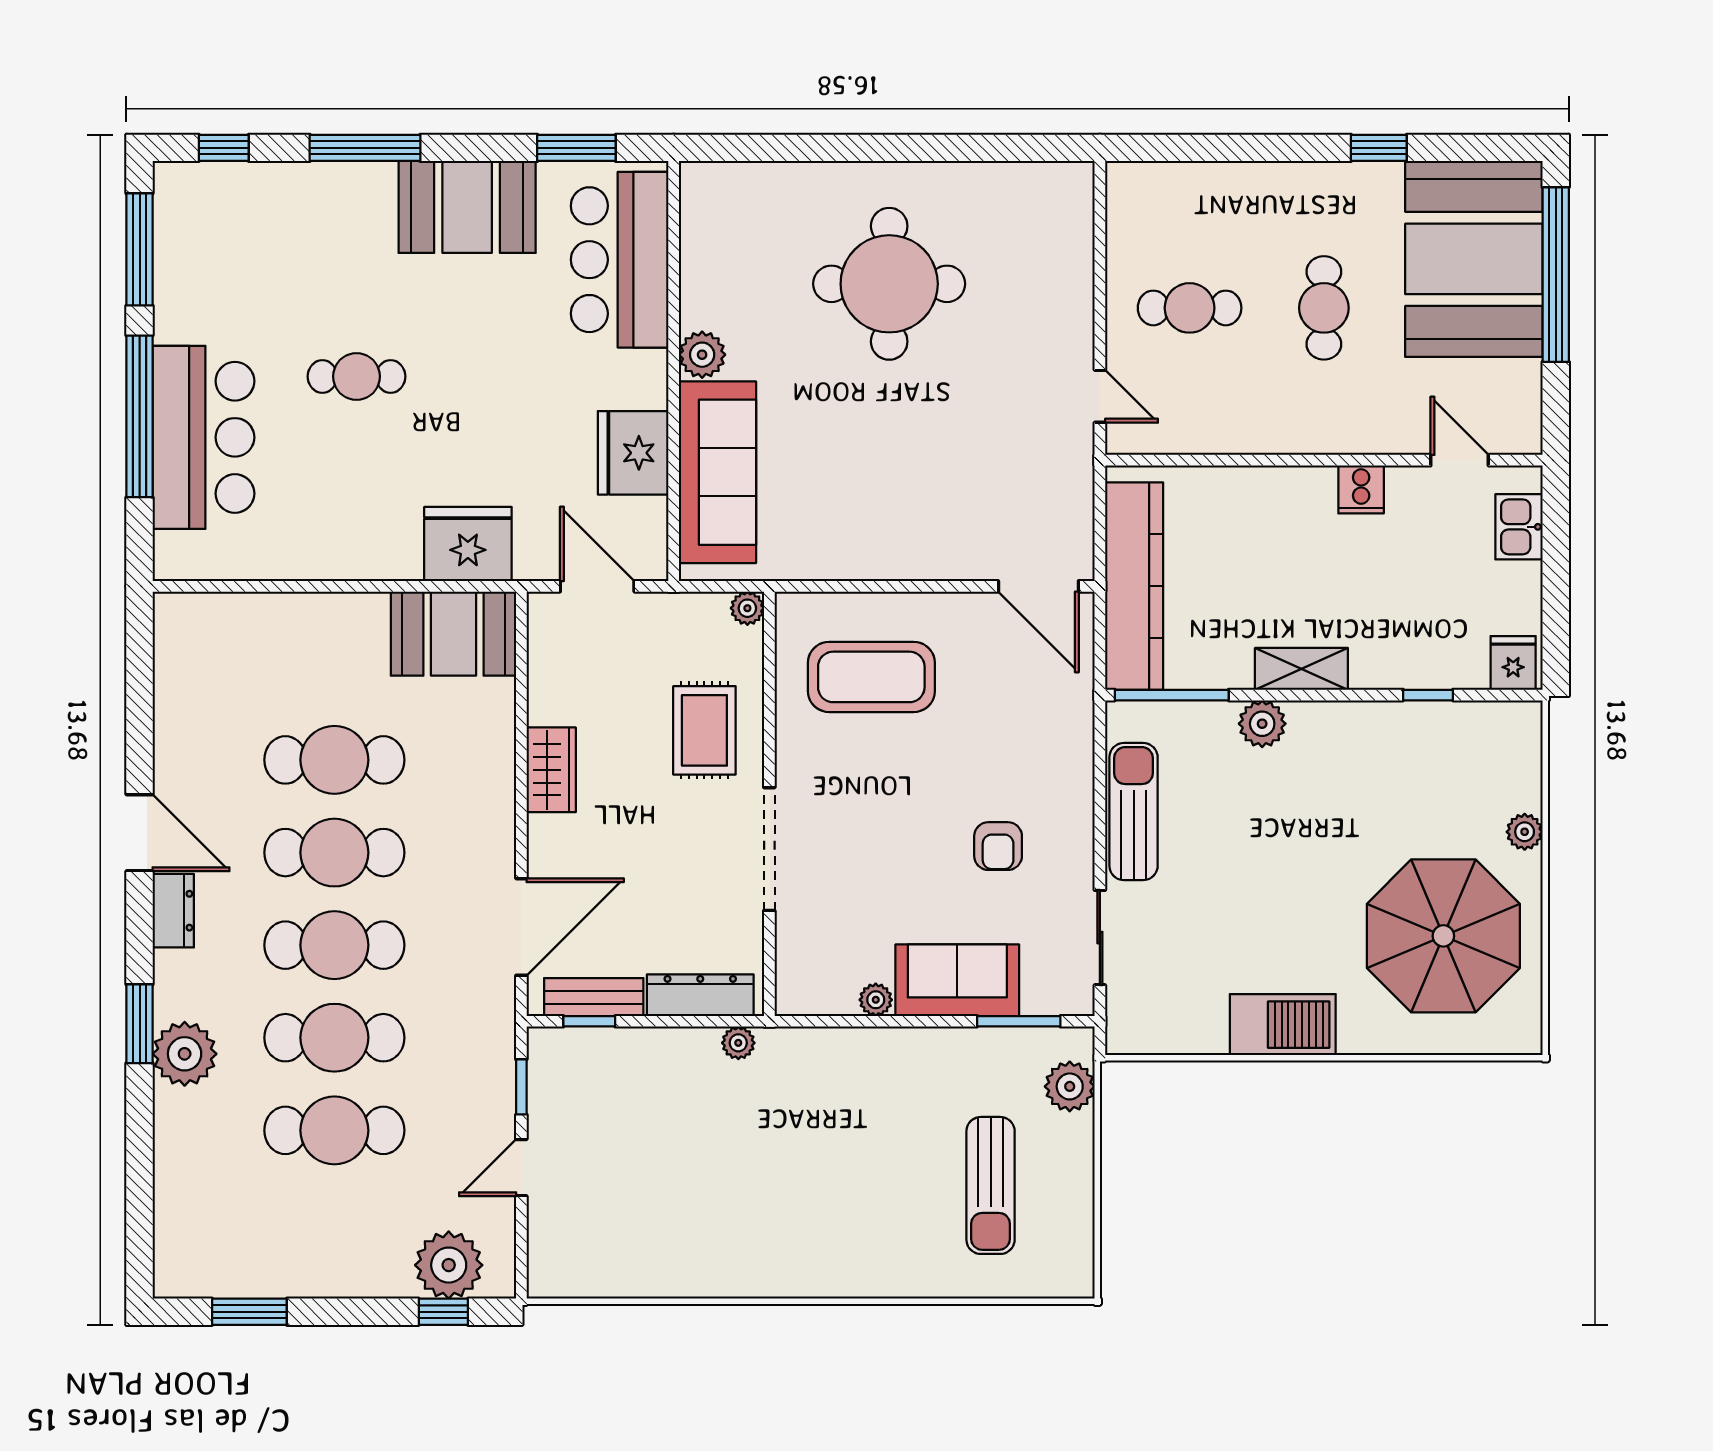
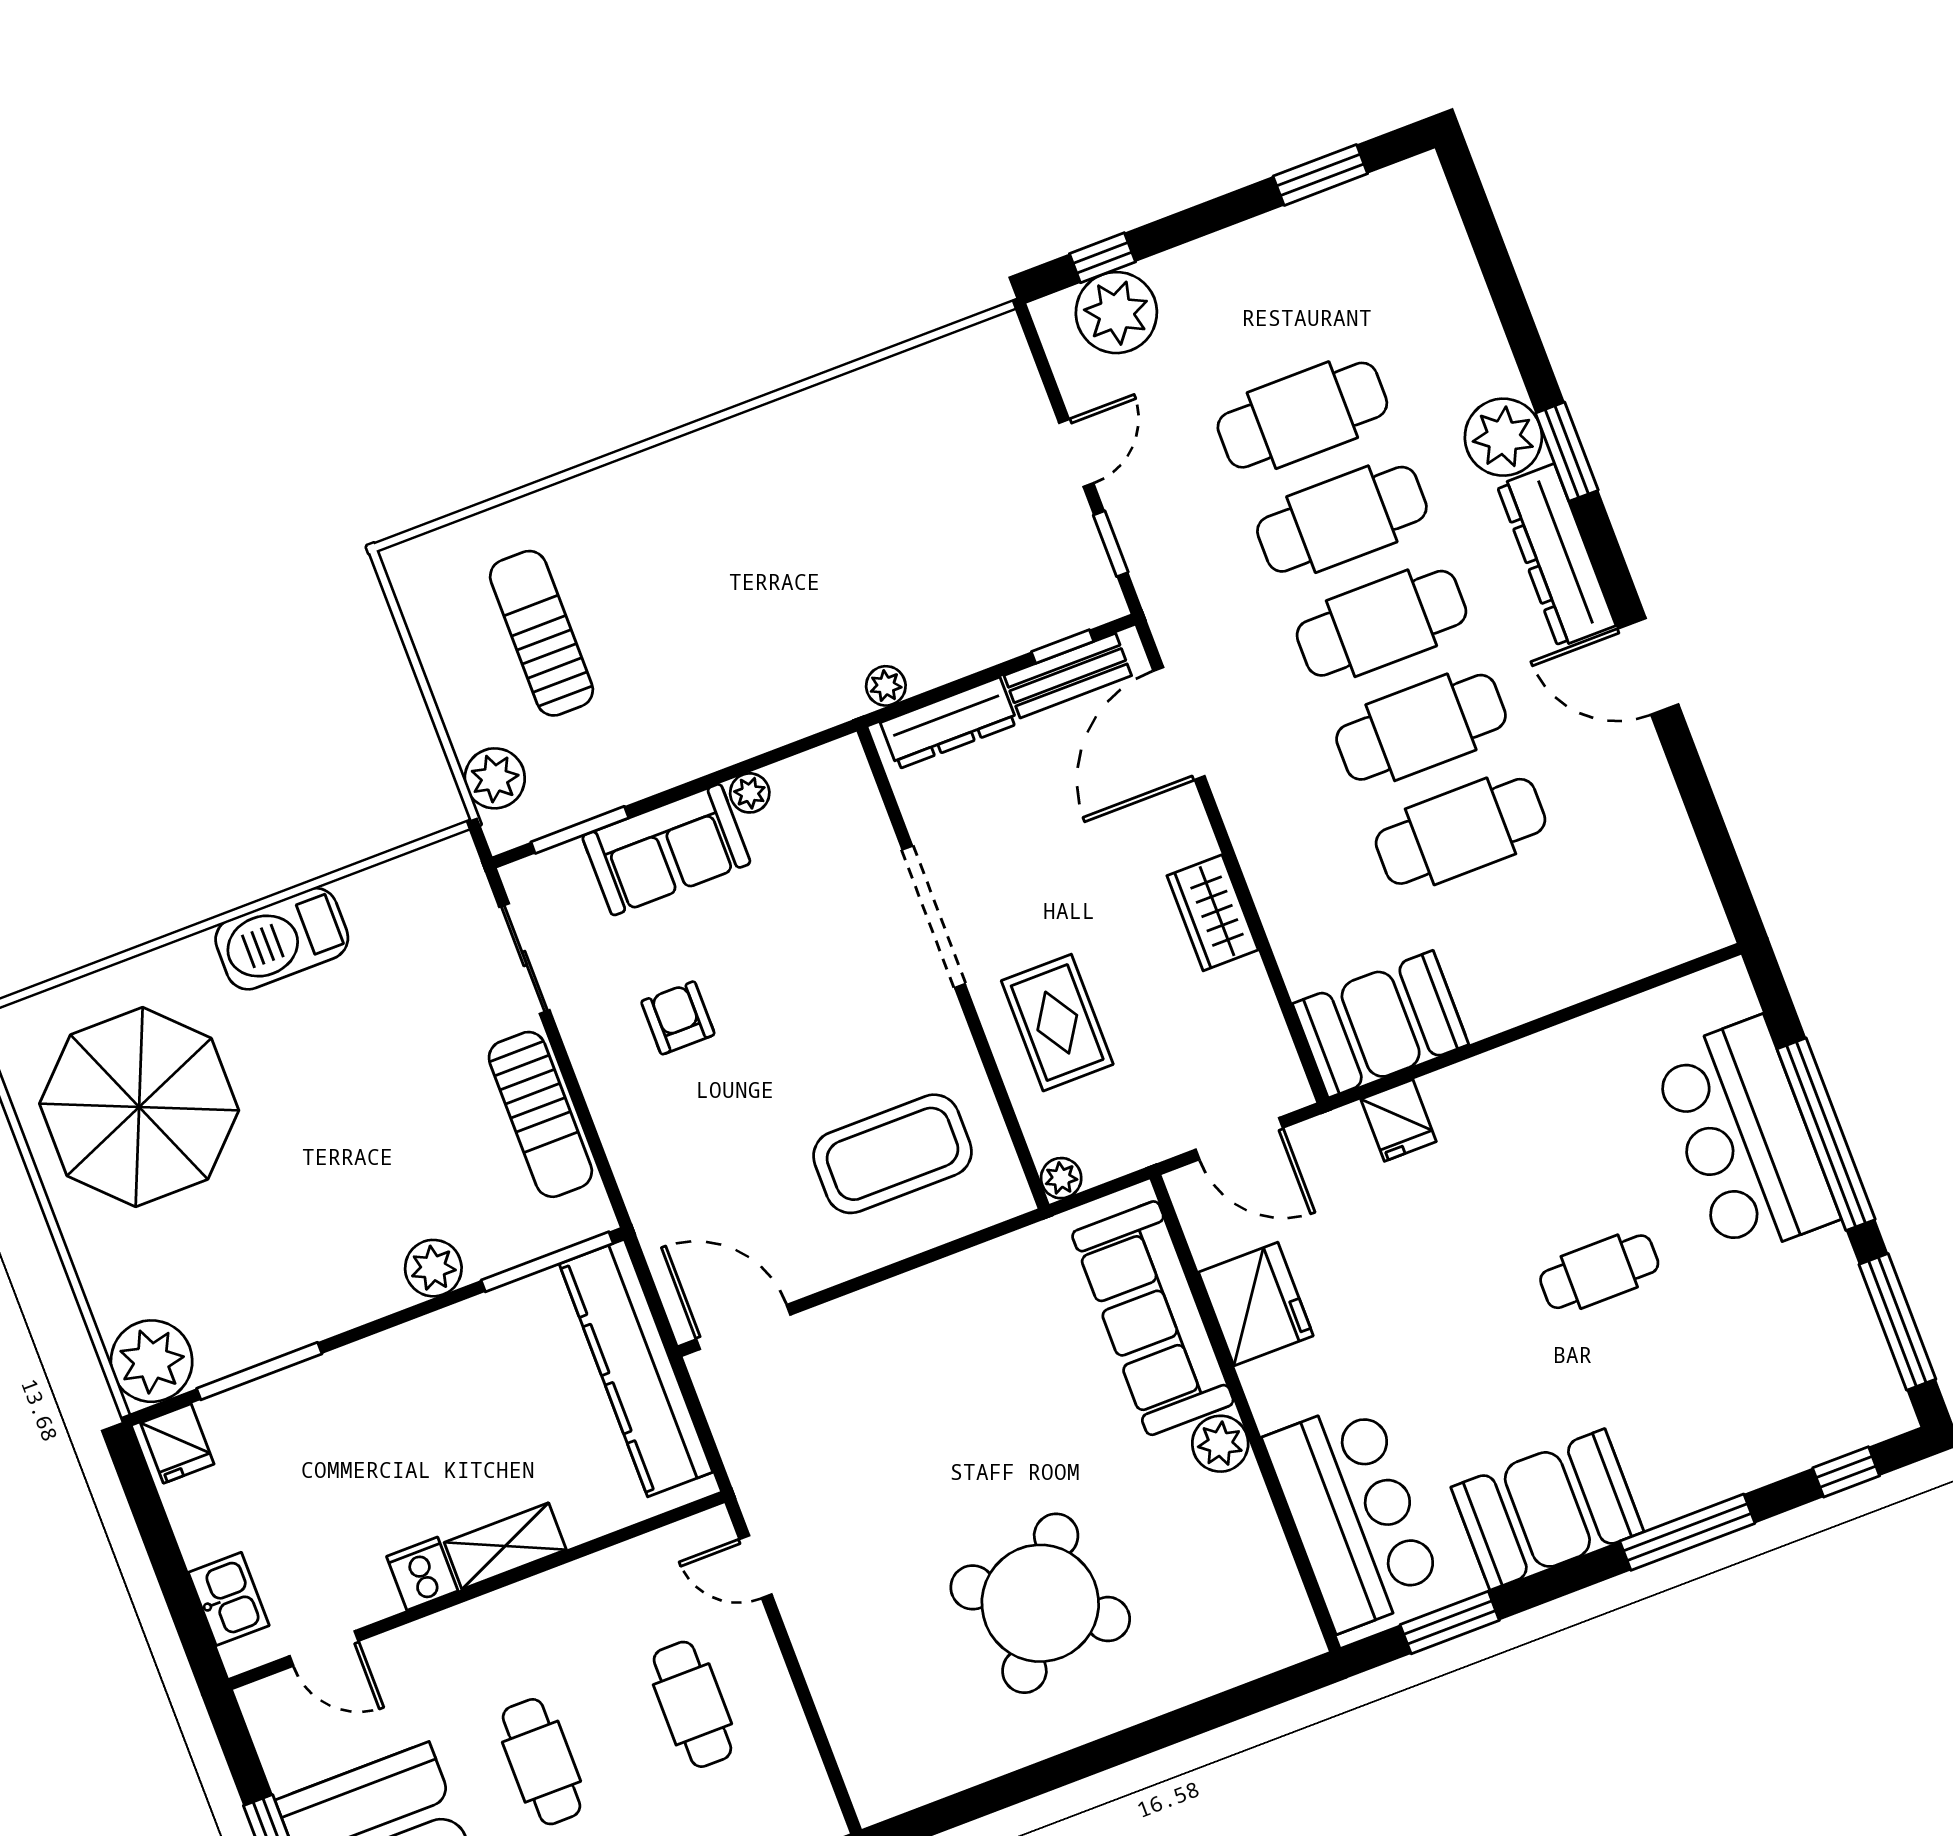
round table: (889, 284) -> (1040, 1603), turned 34
cafe table: (1190, 308) -> (692, 1704), turned 90
fridge: (468, 544) -> (1399, 1120), width x0.53, depth x0.75
shelving: (1301, 669) -> (505, 1546), moved
window: (1428, 695) -> (259, 1371), width x2.17
plant: (1525, 832) -> (152, 1361), moved, width x1.87, depth x1.87
dresser: (173, 911) -> (1556, 556), width x1.96, depth x1.24

